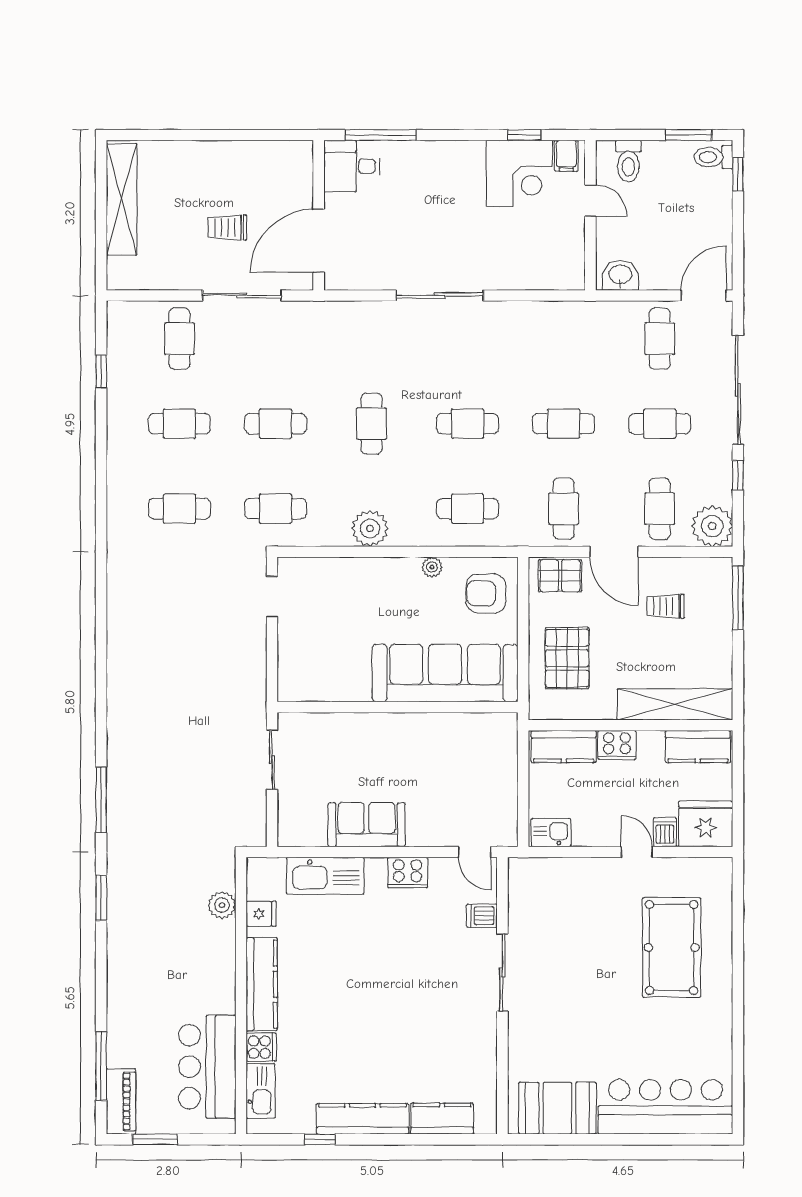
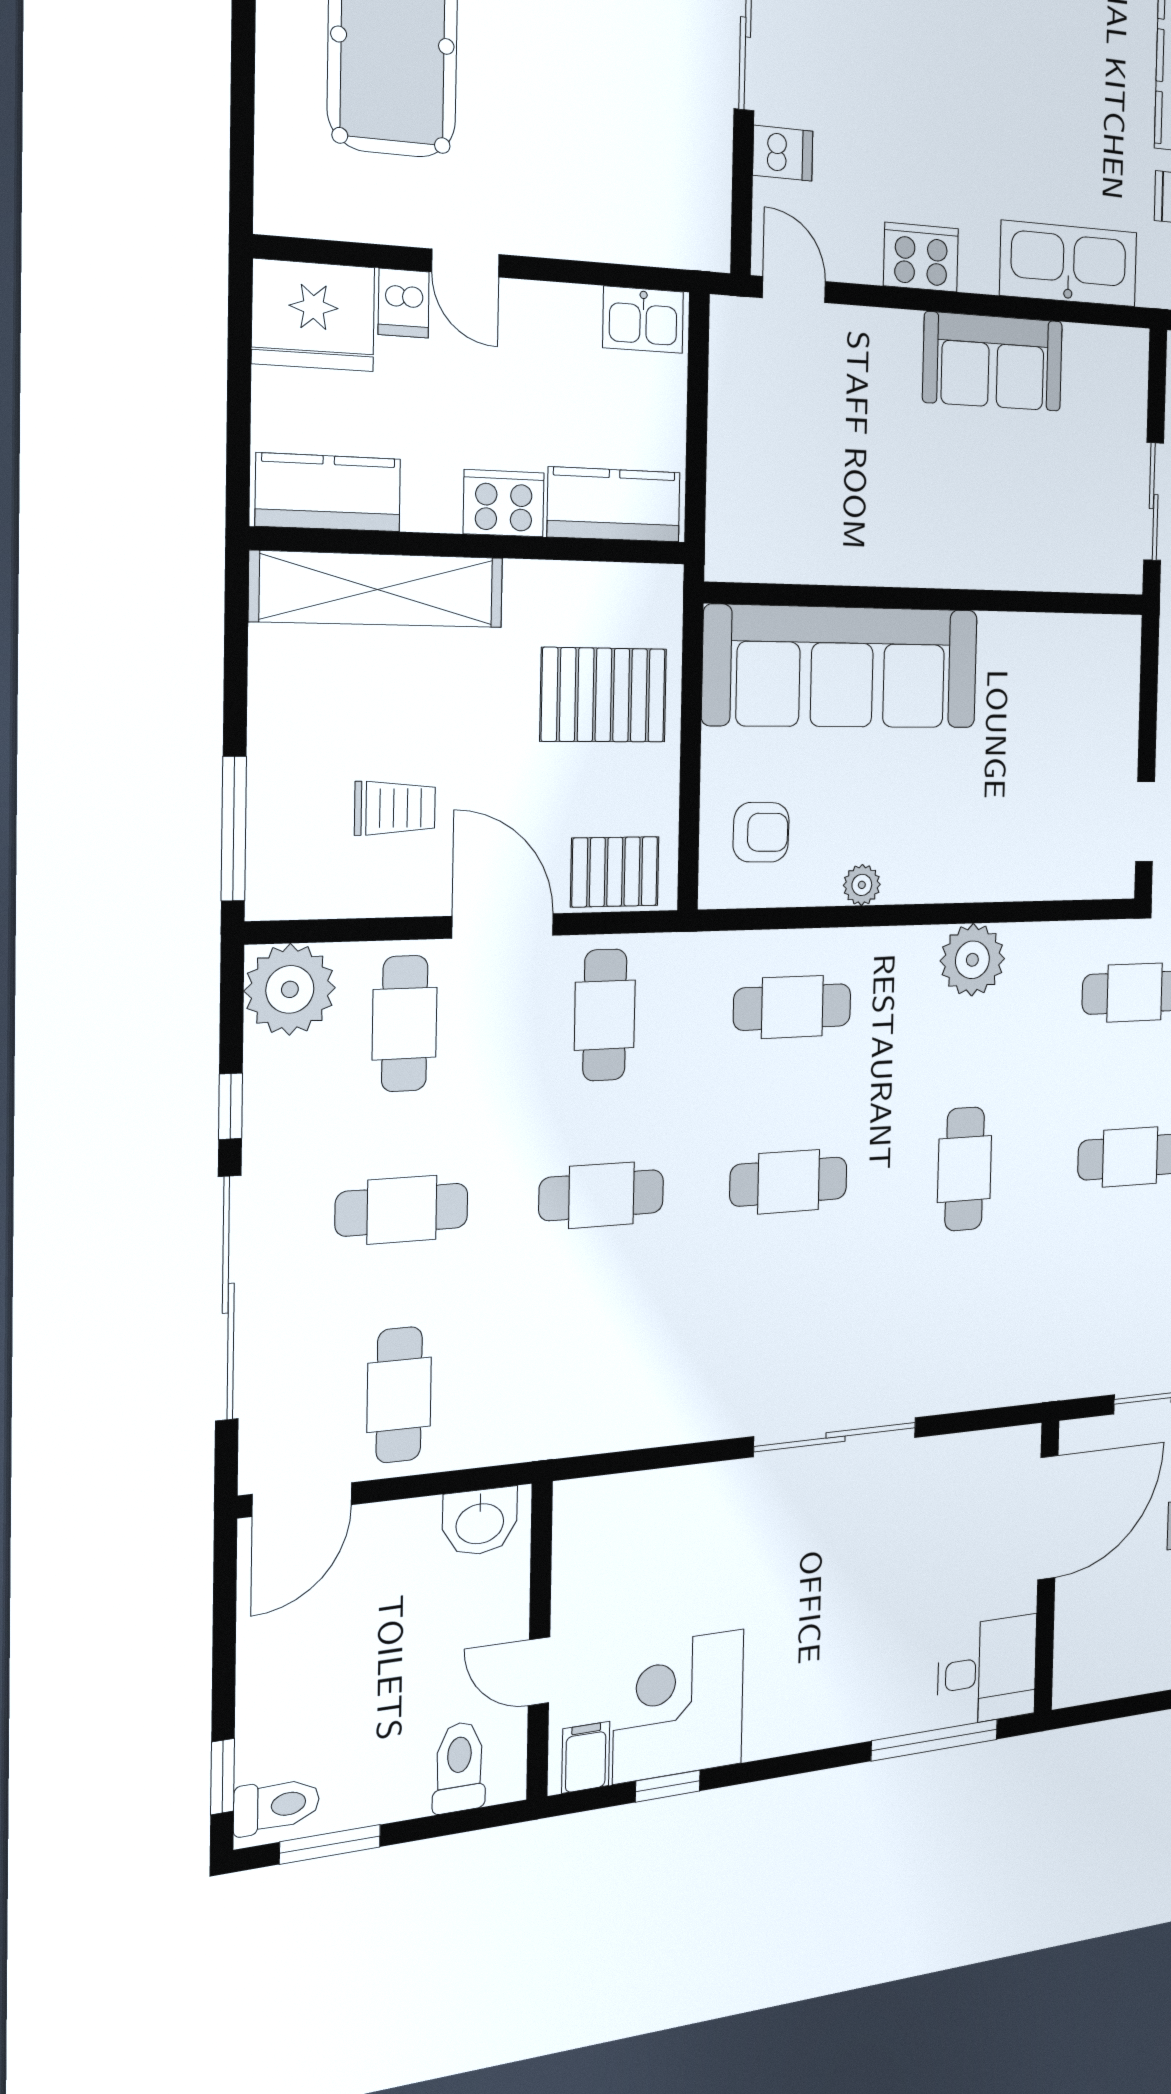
armchair: (486, 593) -> (761, 832), width x0.72, depth x0.72
pallet: (567, 658) -> (603, 695), turned 90

